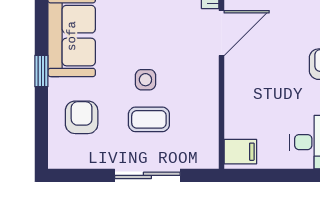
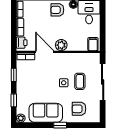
plant: (238, 74) -> (61, 45), added
sliding door: (147, 175) -> (103, 82), width x1.37

